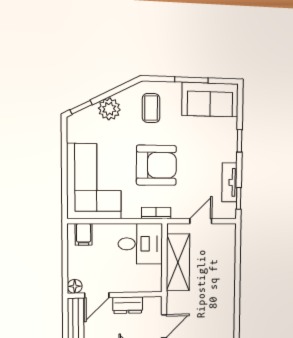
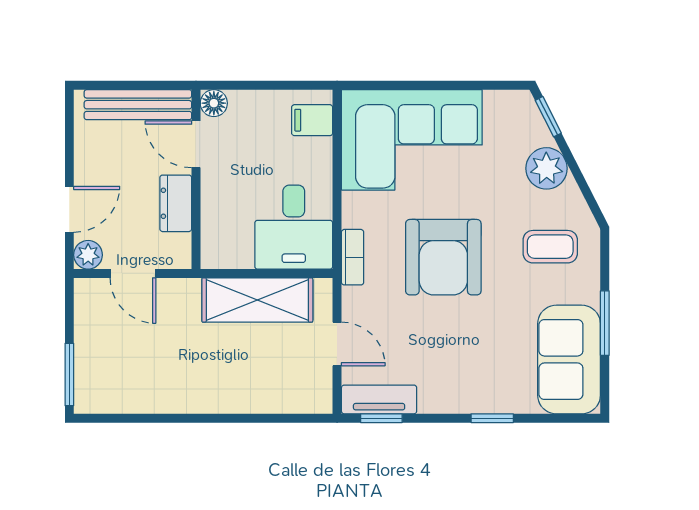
tv unit: (229, 182) -> (379, 399), moved

